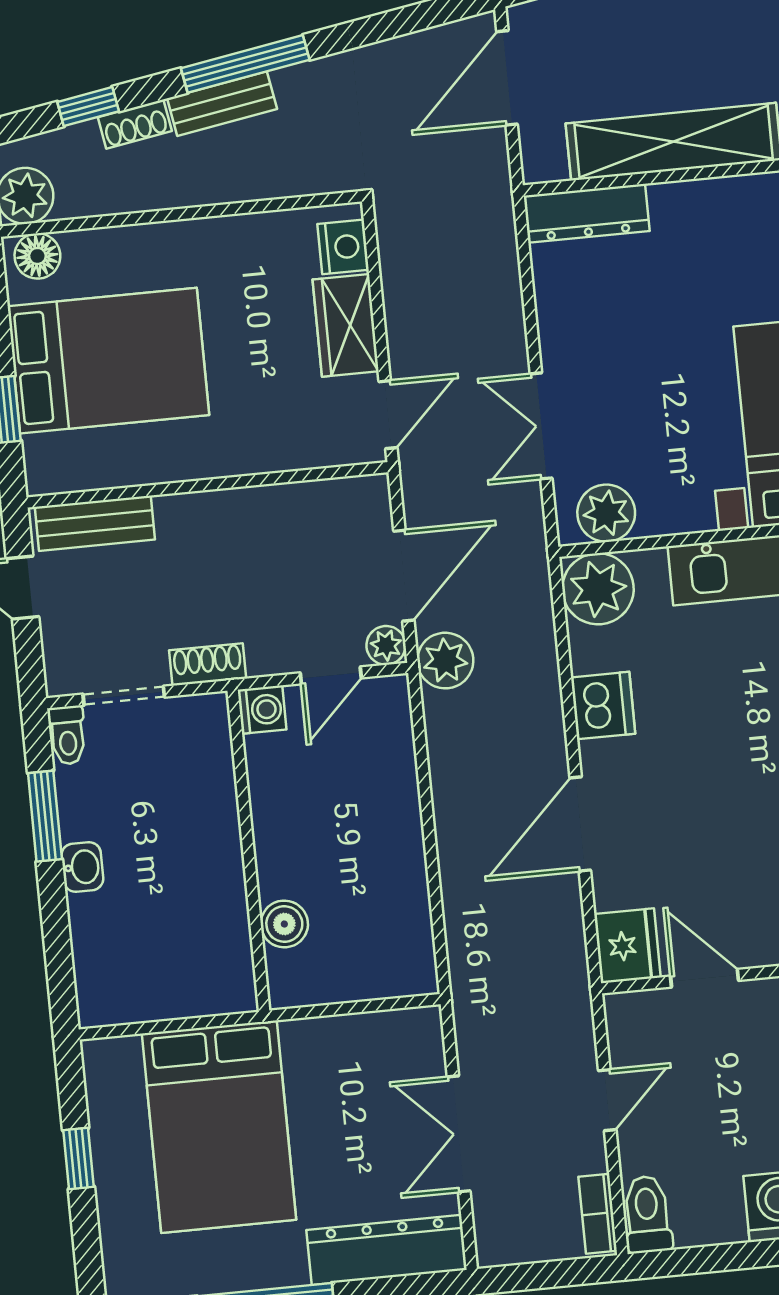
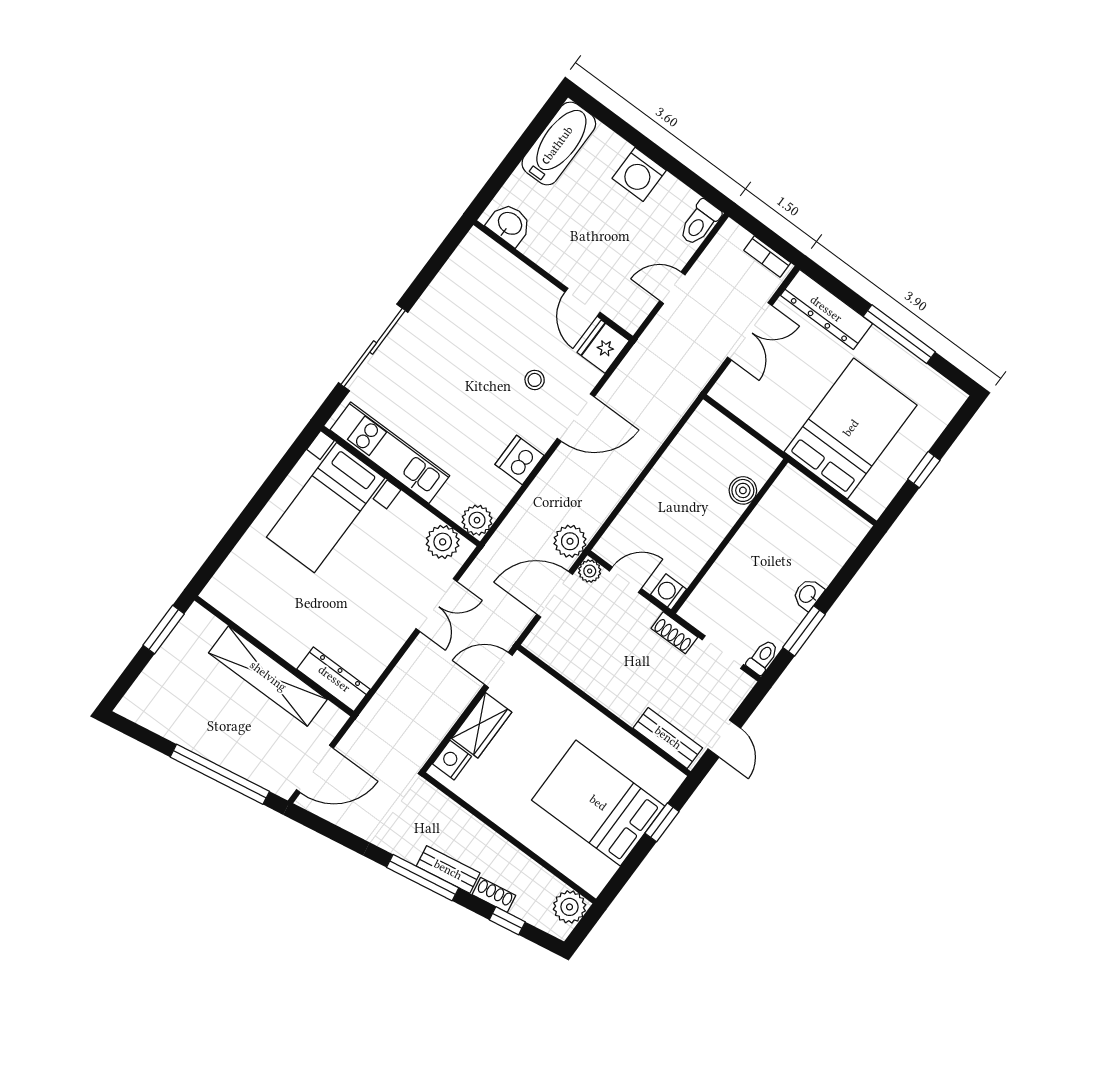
floor lamp: (37, 256) -> (588, 876), removed
plant: (598, 589) -> (477, 520), width x0.73, depth x0.73
stool: (676, 825) -> (535, 380), added
bookcase: (598, 1214) -> (767, 257), moved, turned 90

